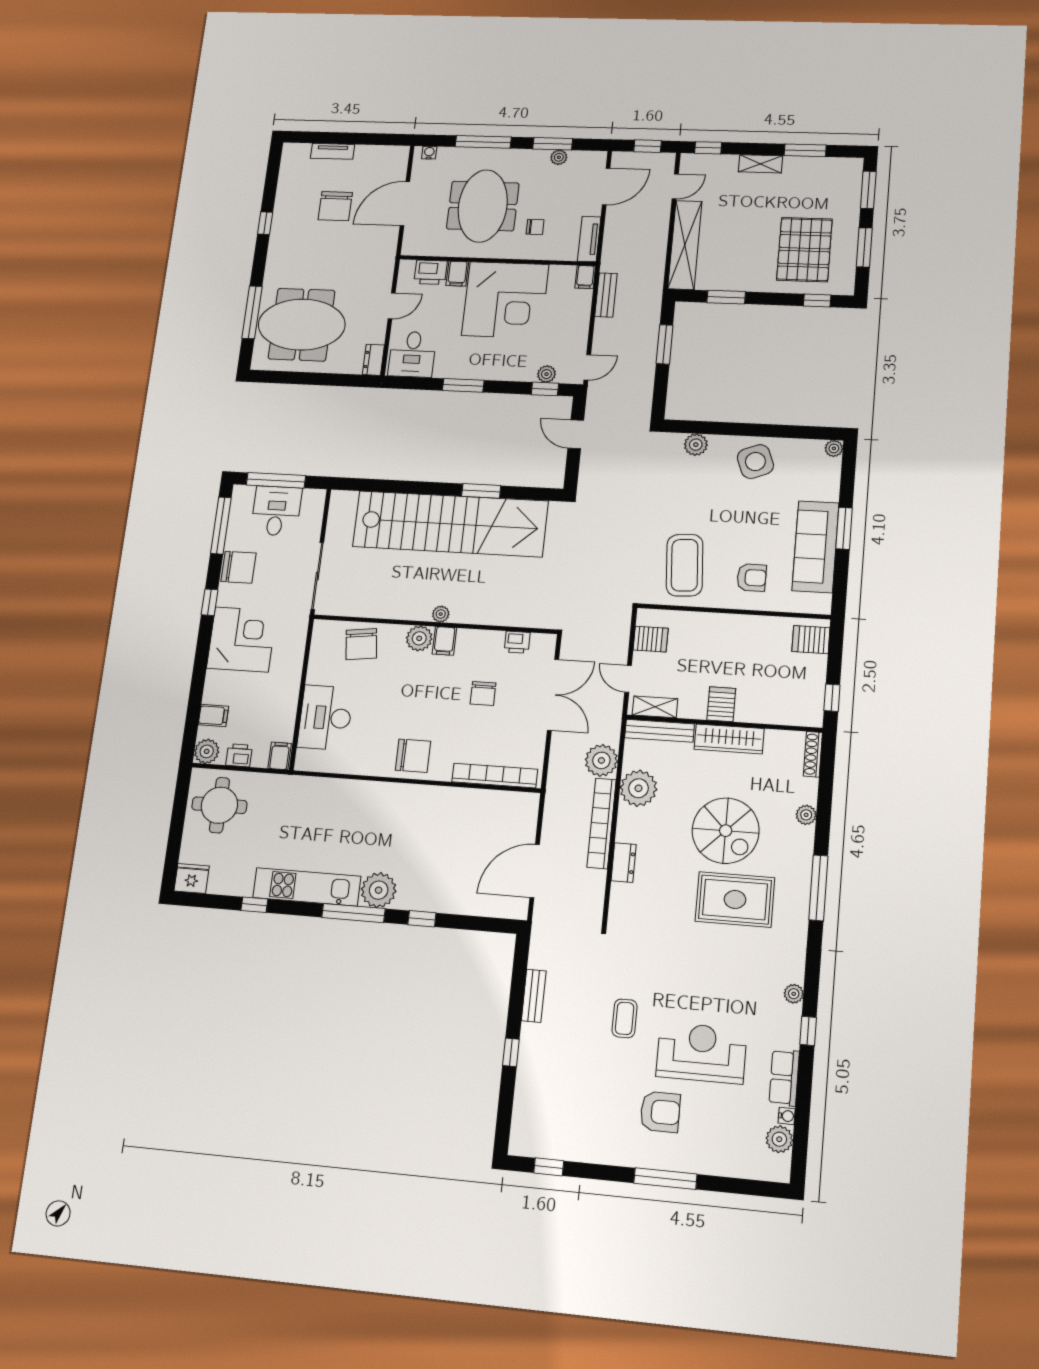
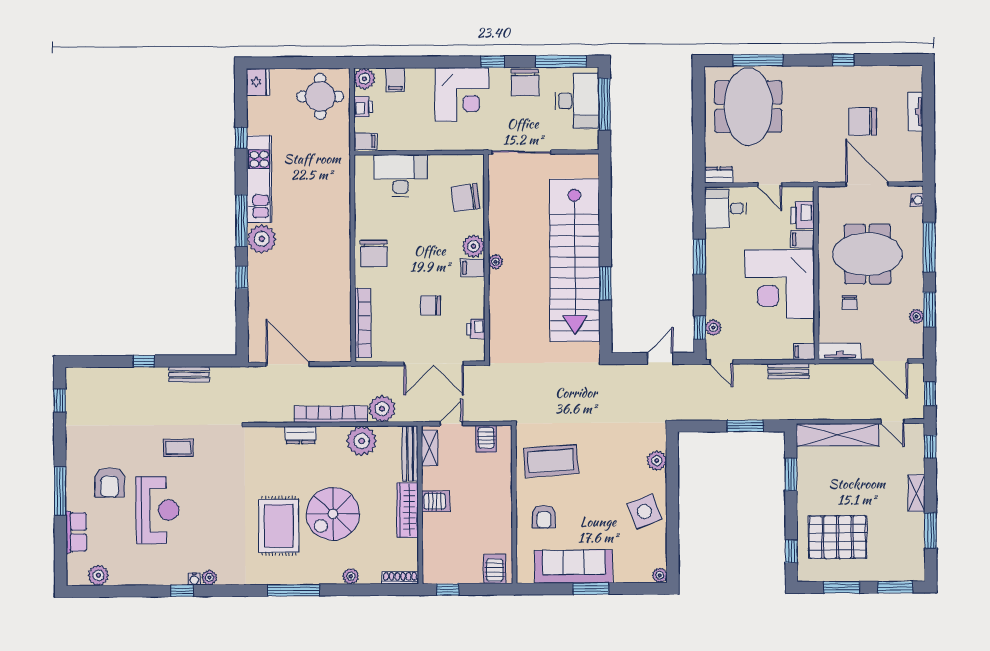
desk: (276, 511) -> (577, 101), width x1.37
row of seats: (784, 1078) -> (76, 532), moved, turned 90
water cooler: (787, 1116) -> (194, 579), moved

